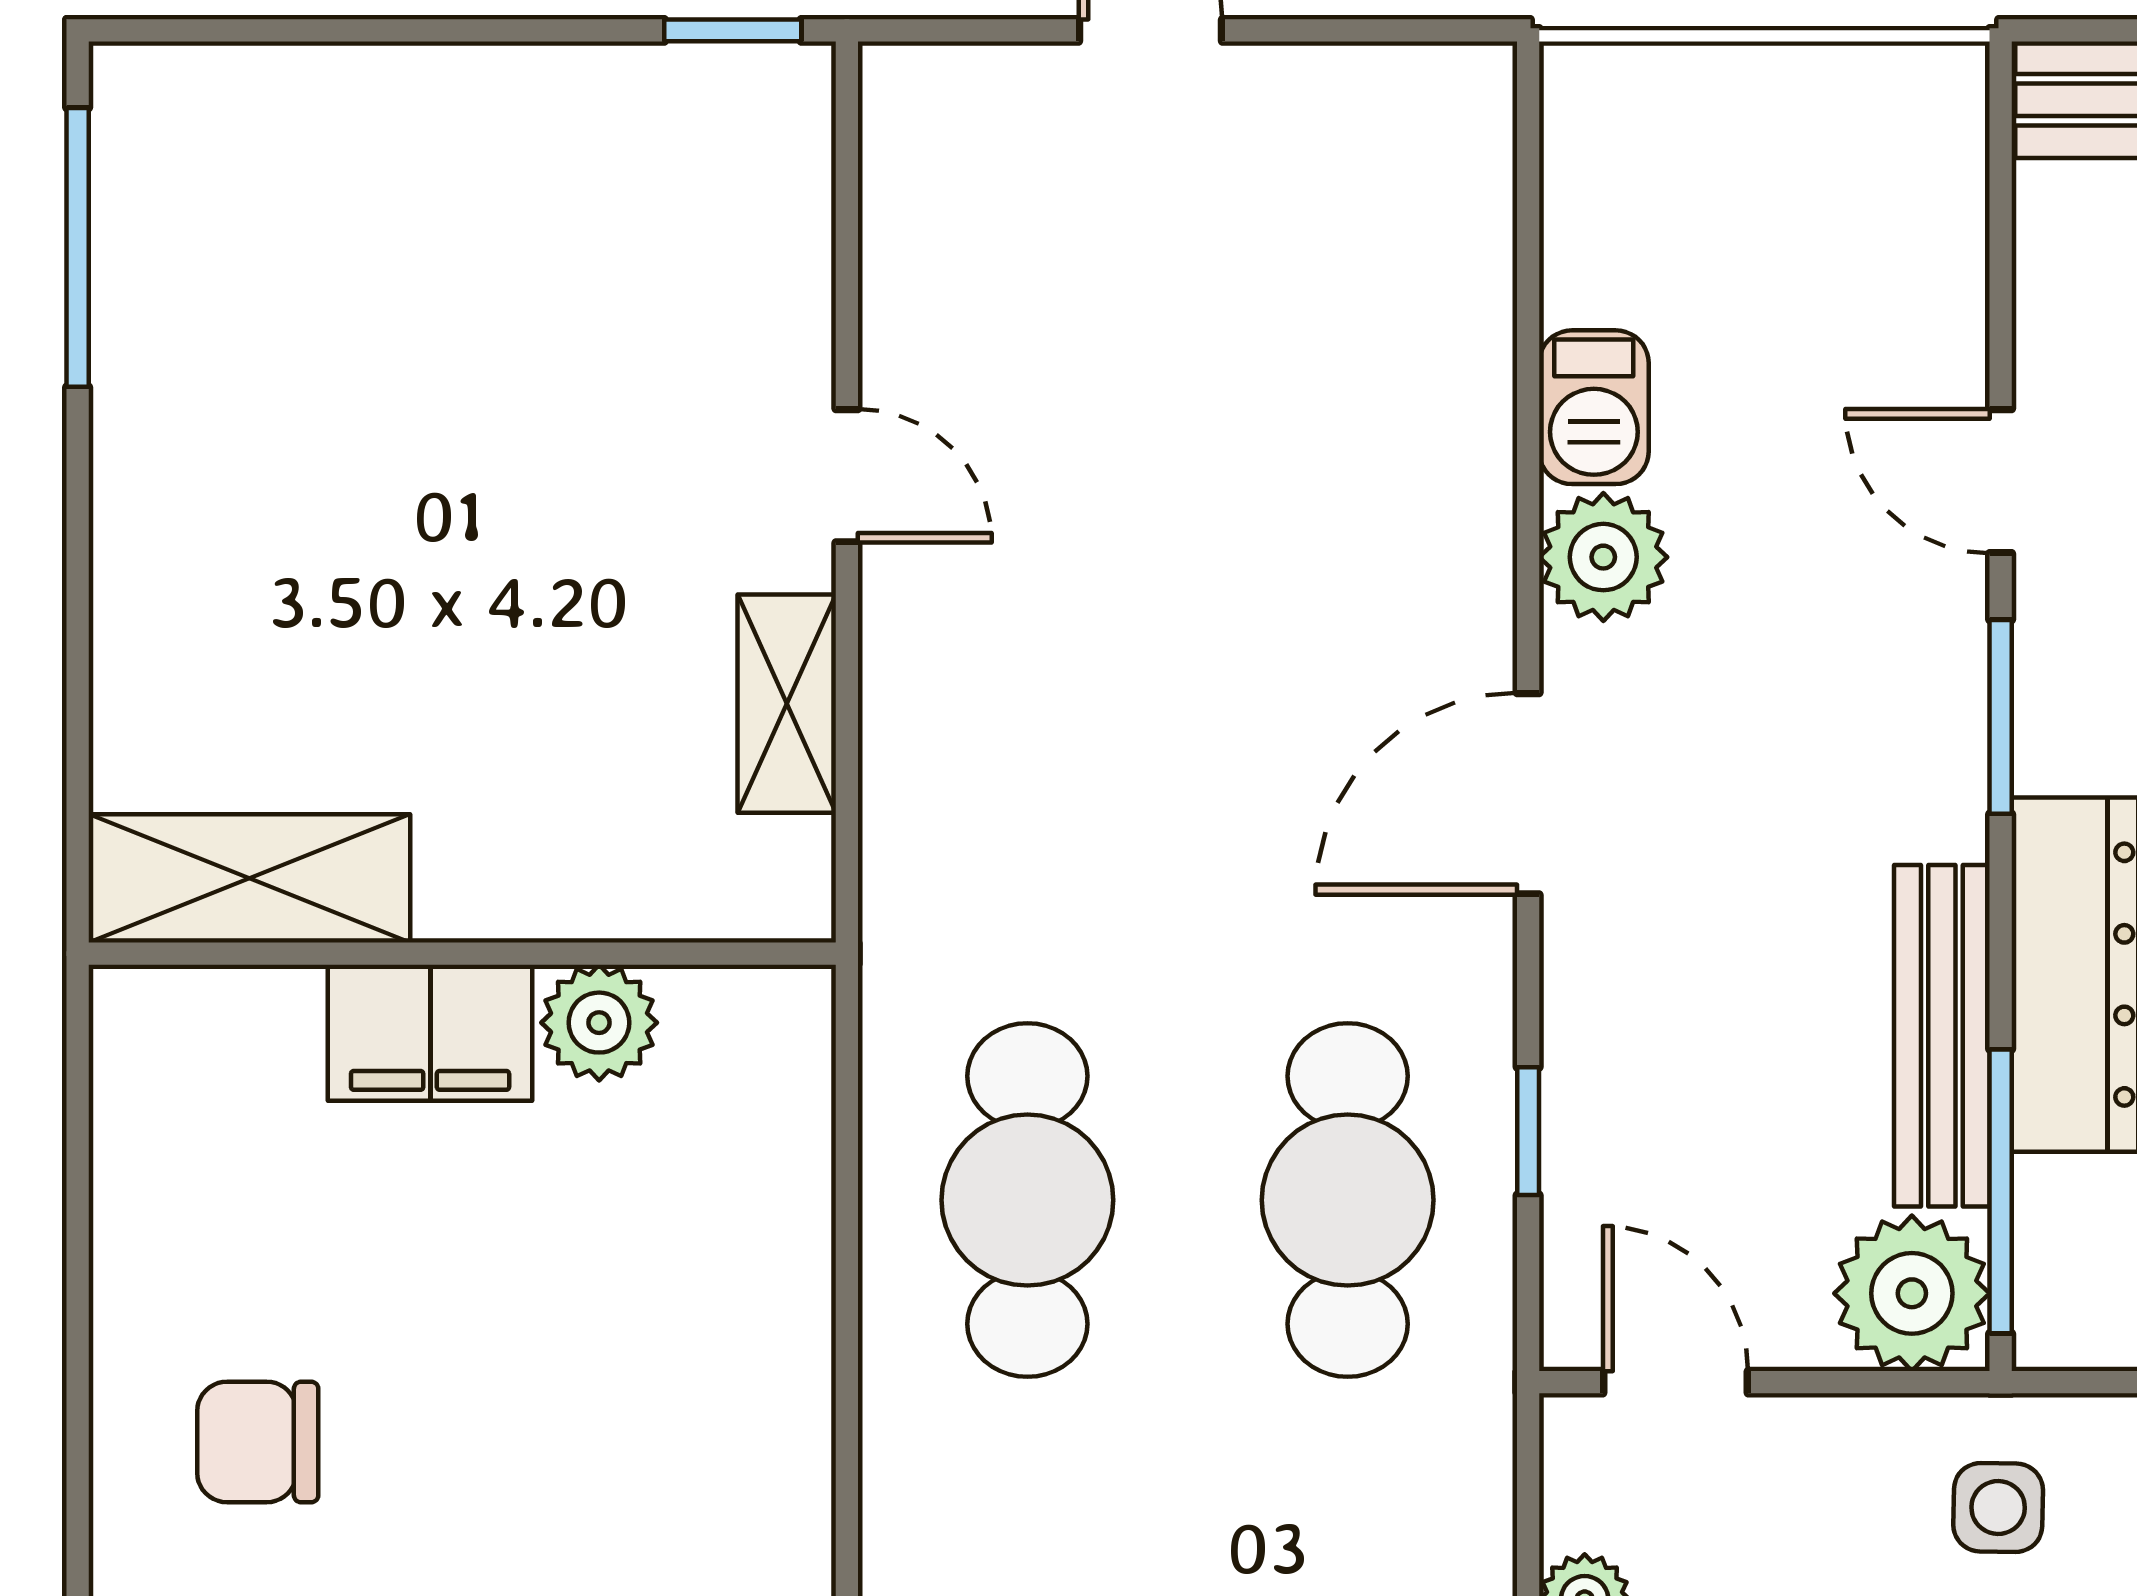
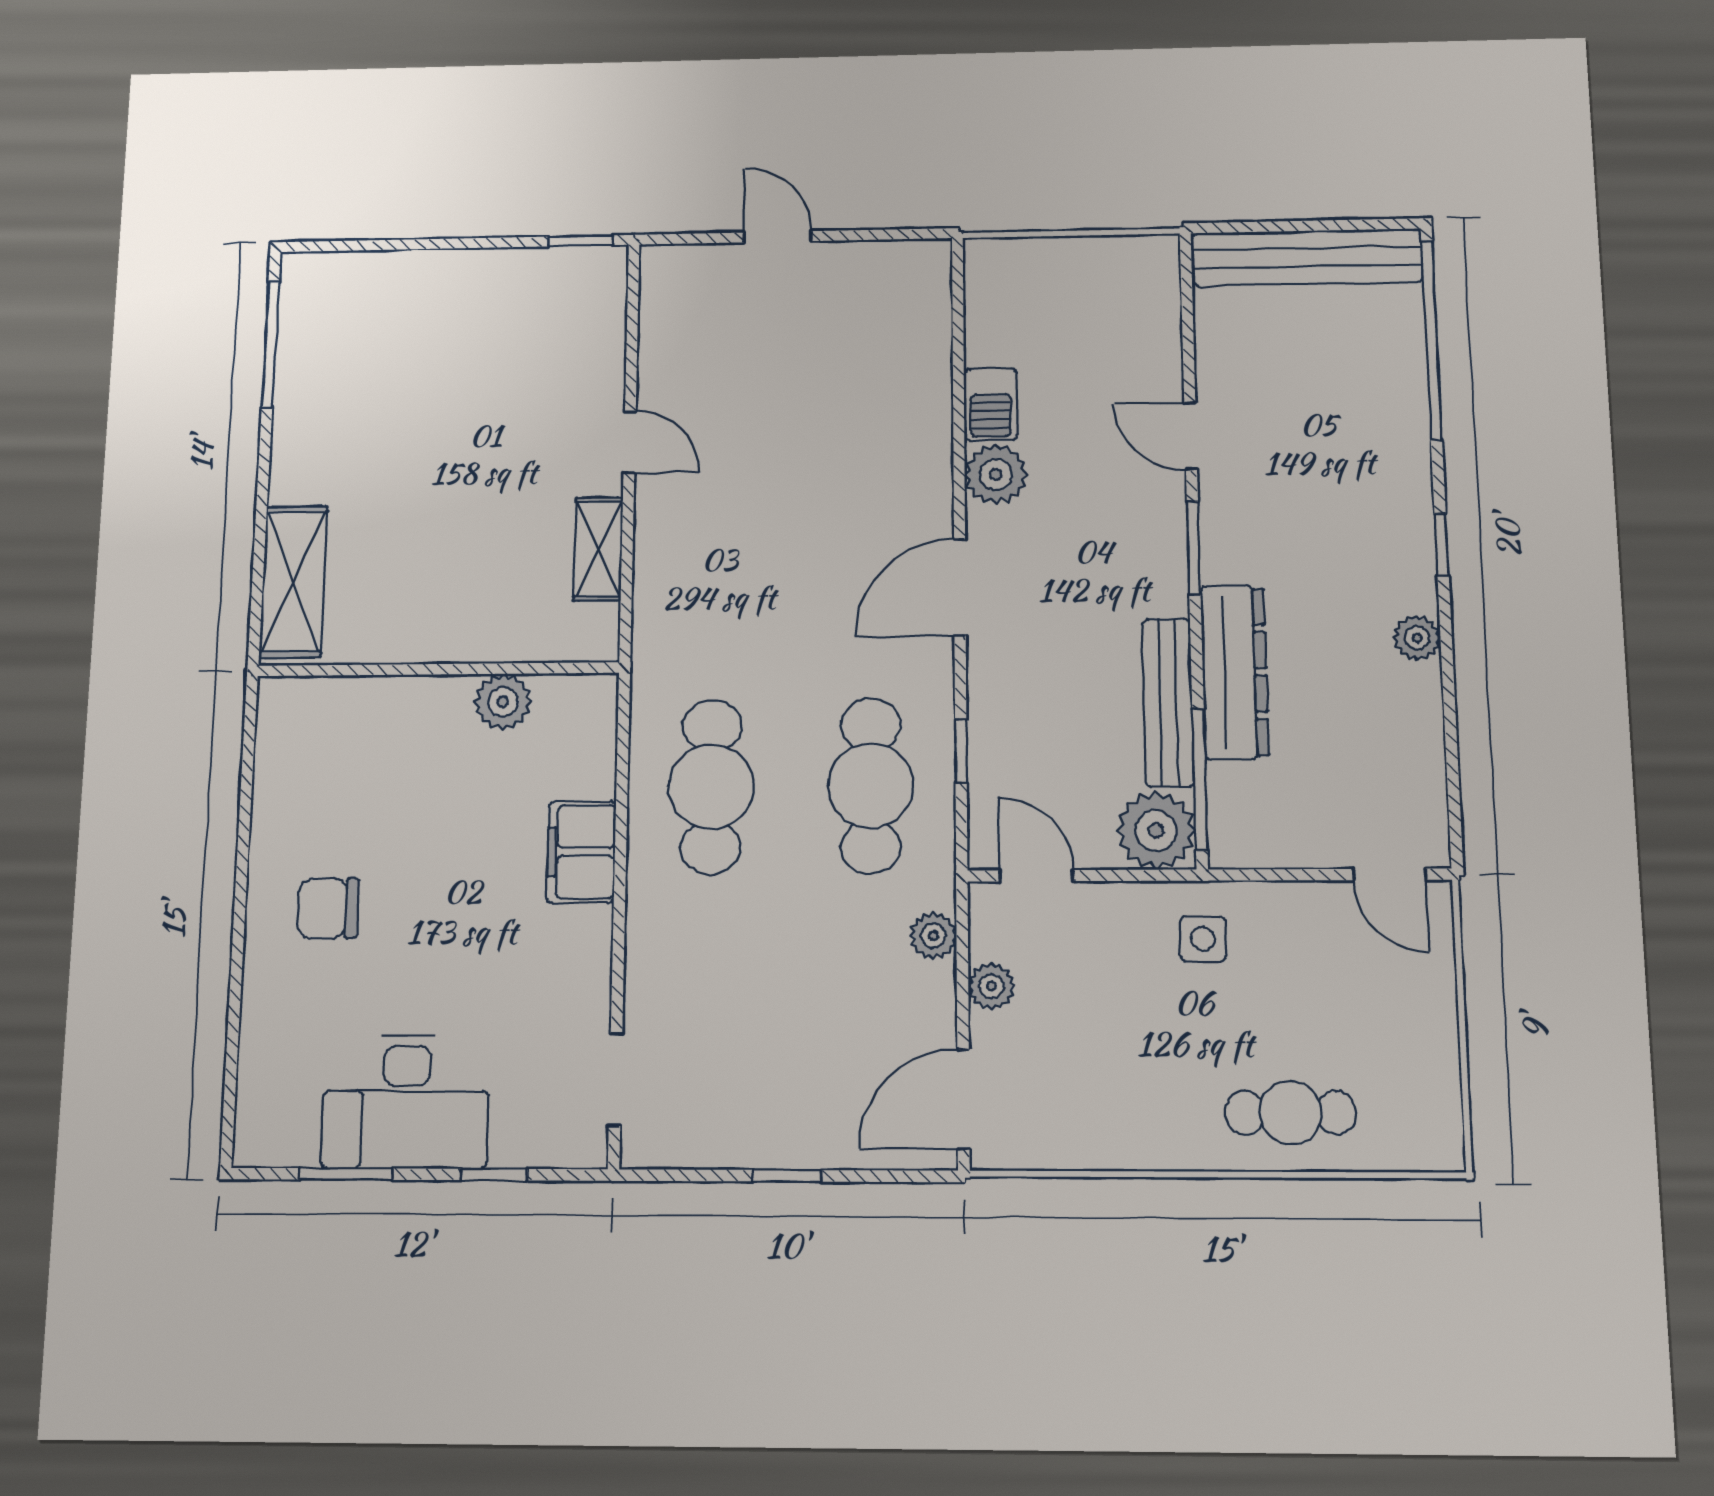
shelving: (249, 878) -> (293, 582), moved, turned 90
filing cabinet: (430, 1033) -> (581, 852), moved, turned 90
plant: (1471, 1500) -> (933, 936), added

